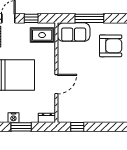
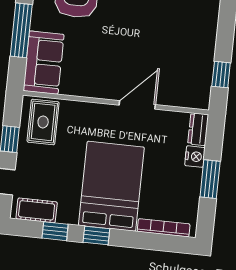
door: (56, 84) -> (137, 105), hinge flipped
nightstand: (13, 118) -> (195, 157), moved

